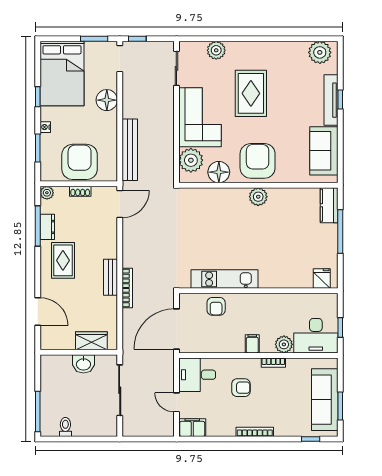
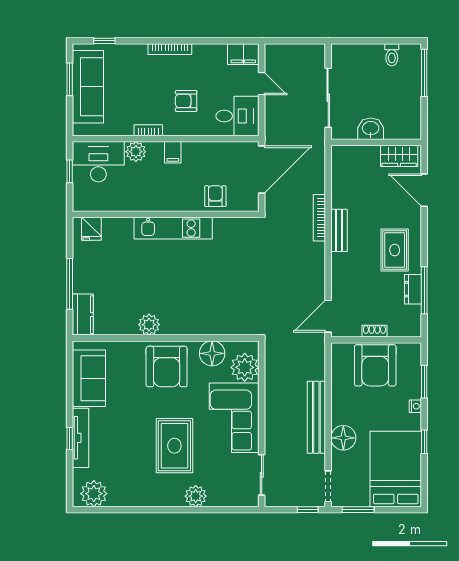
plant: (216, 50) -> (196, 496), moved
bench: (130, 150) -> (316, 417), moved
plant: (47, 193) -> (413, 329), removed
plant: (258, 197) -> (149, 325), moved
kitchen unit: (224, 279) -> (173, 228), moved
wardrobe: (91, 341) -> (399, 156), moved

